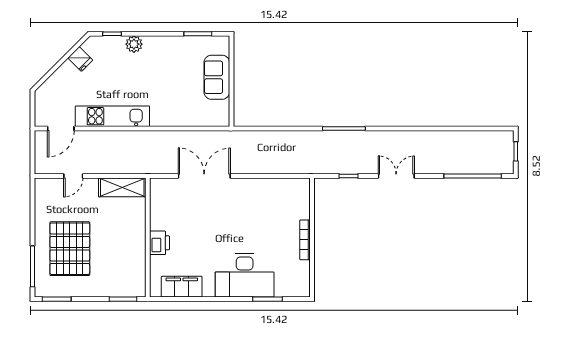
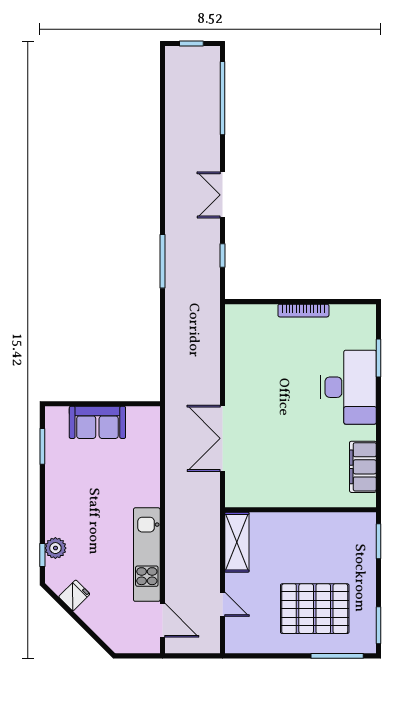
plant: (134, 44) -> (55, 548), moved
printer: (160, 243) -> (307, 495), removed

